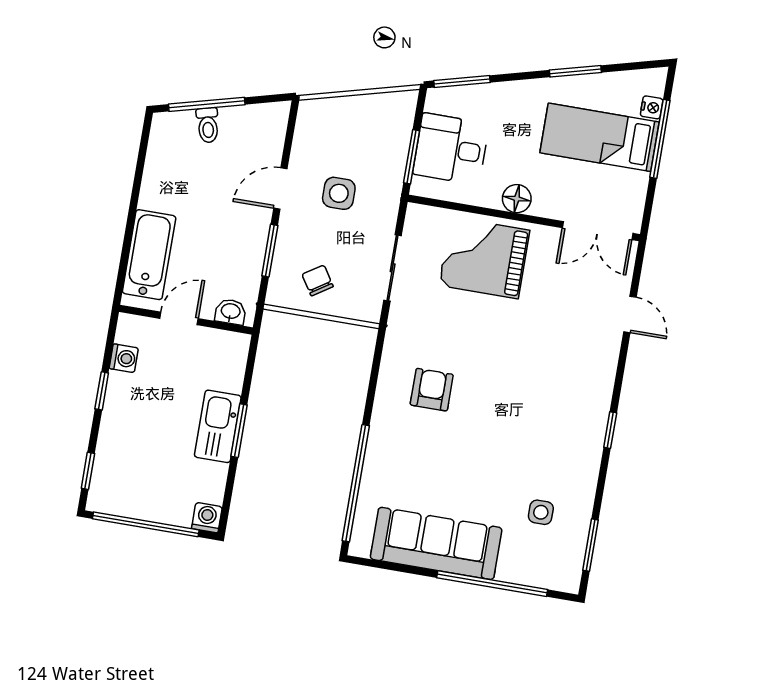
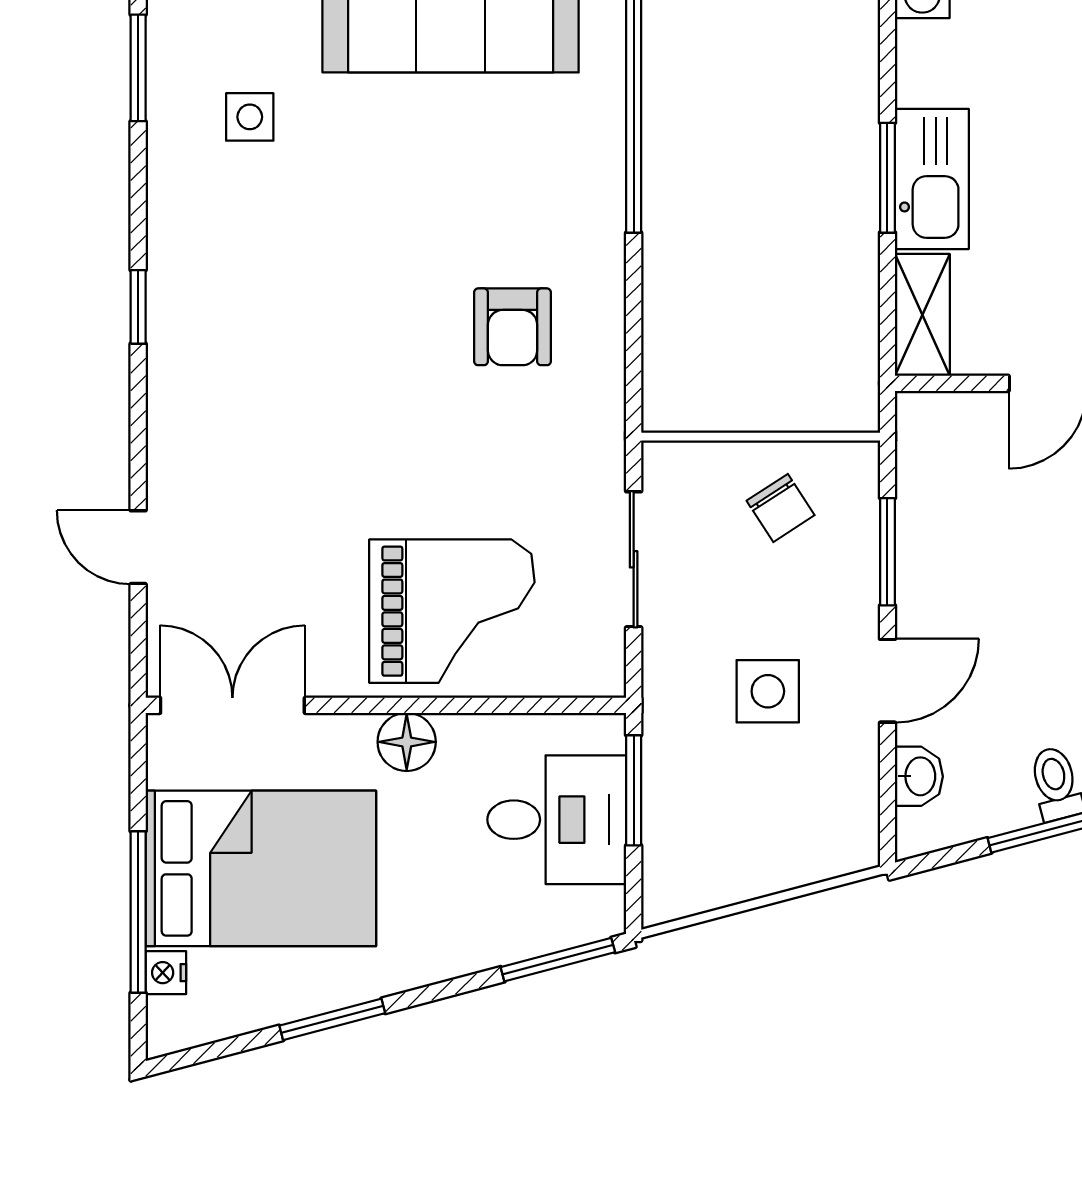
bed: (599, 137) -> (261, 868), width x1.50
washbasin: (231, 312) -> (919, 776), moved, turned -90
shelving: (234, 362) -> (922, 315), added

